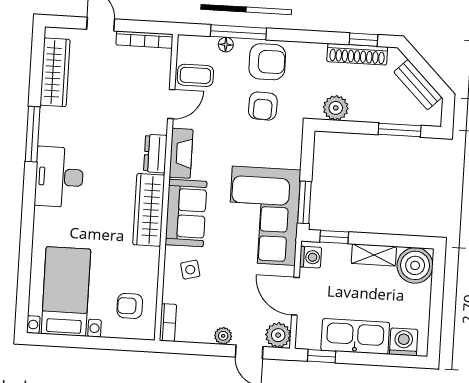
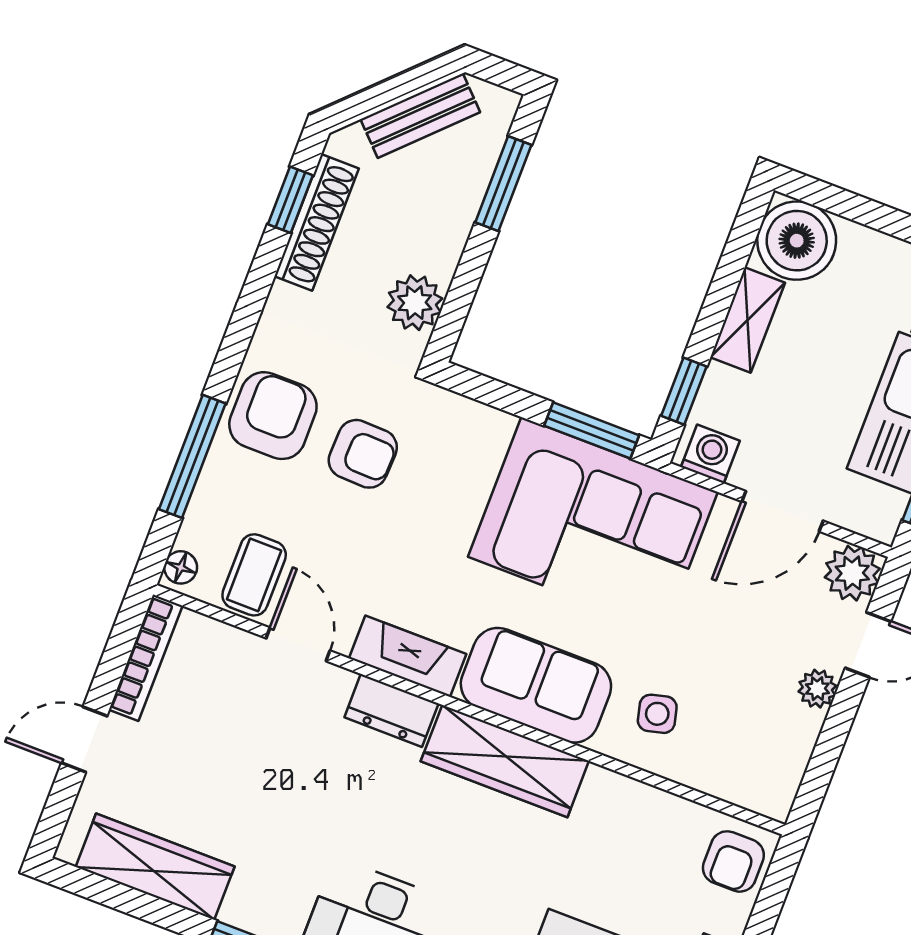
floor lamp: (226, 45) -> (181, 567), moved
armchair: (130, 306) -> (733, 861), moved
bookcase: (168, 323) -> (753, 795), removed

